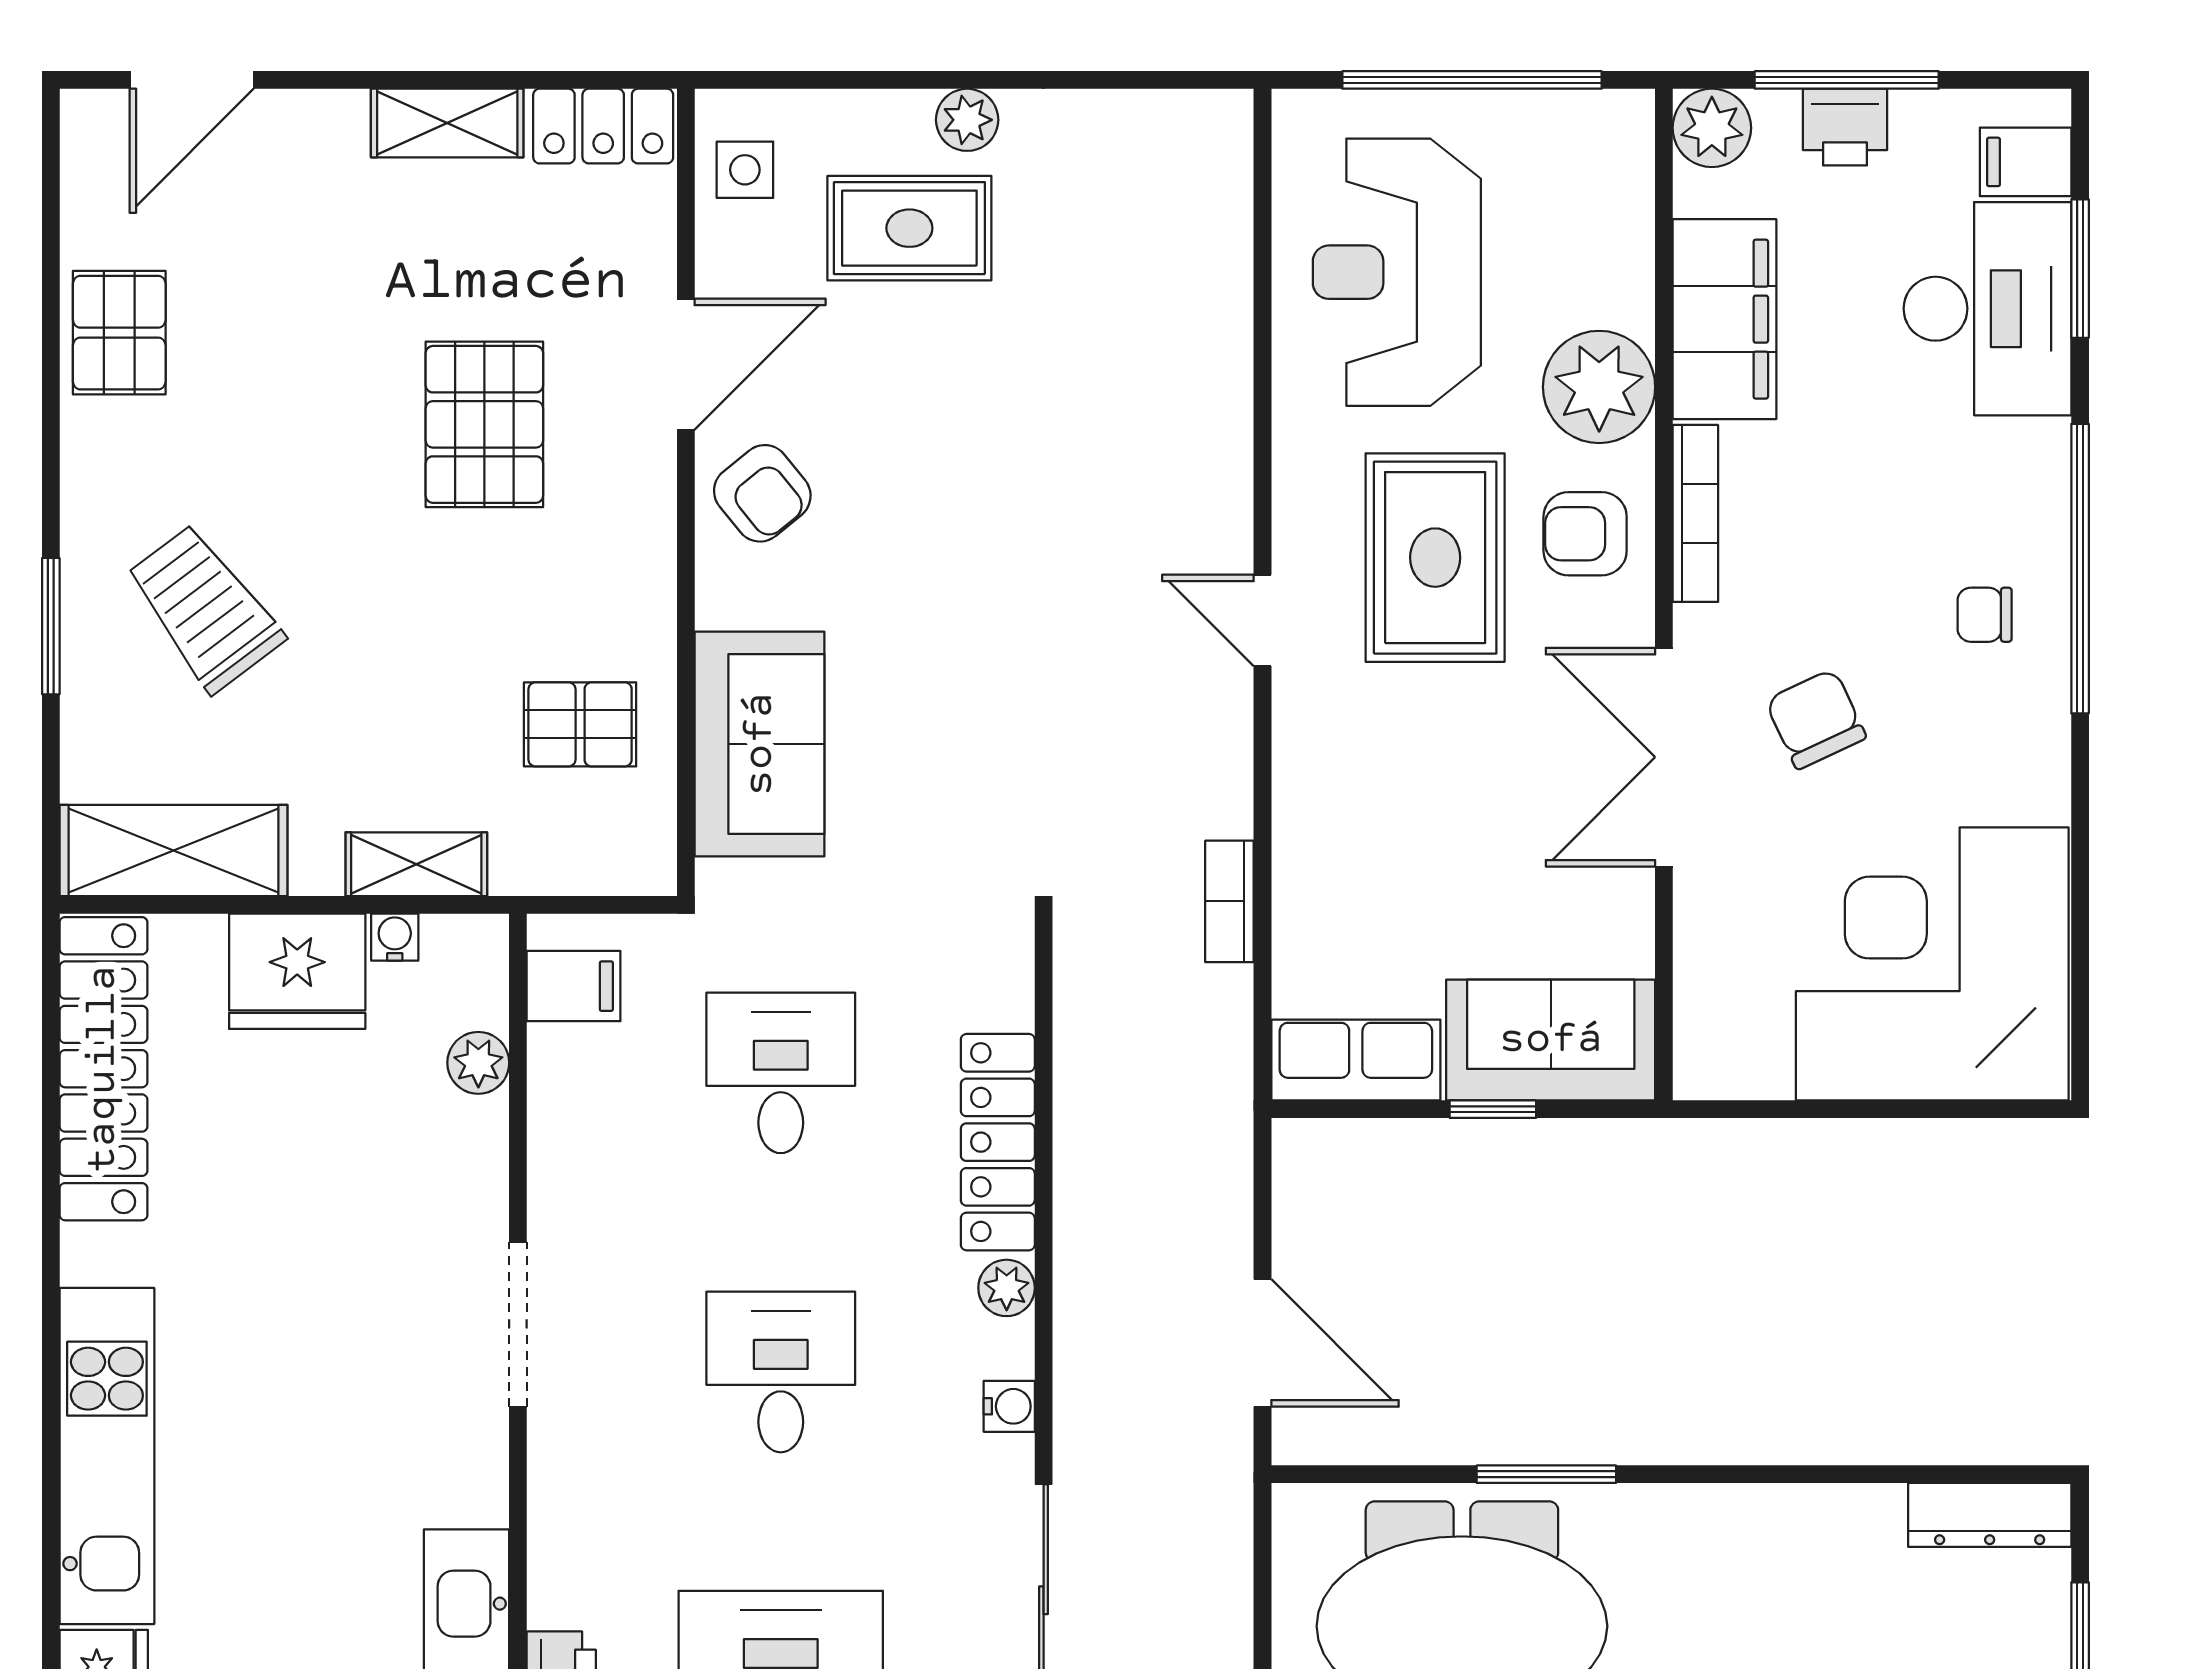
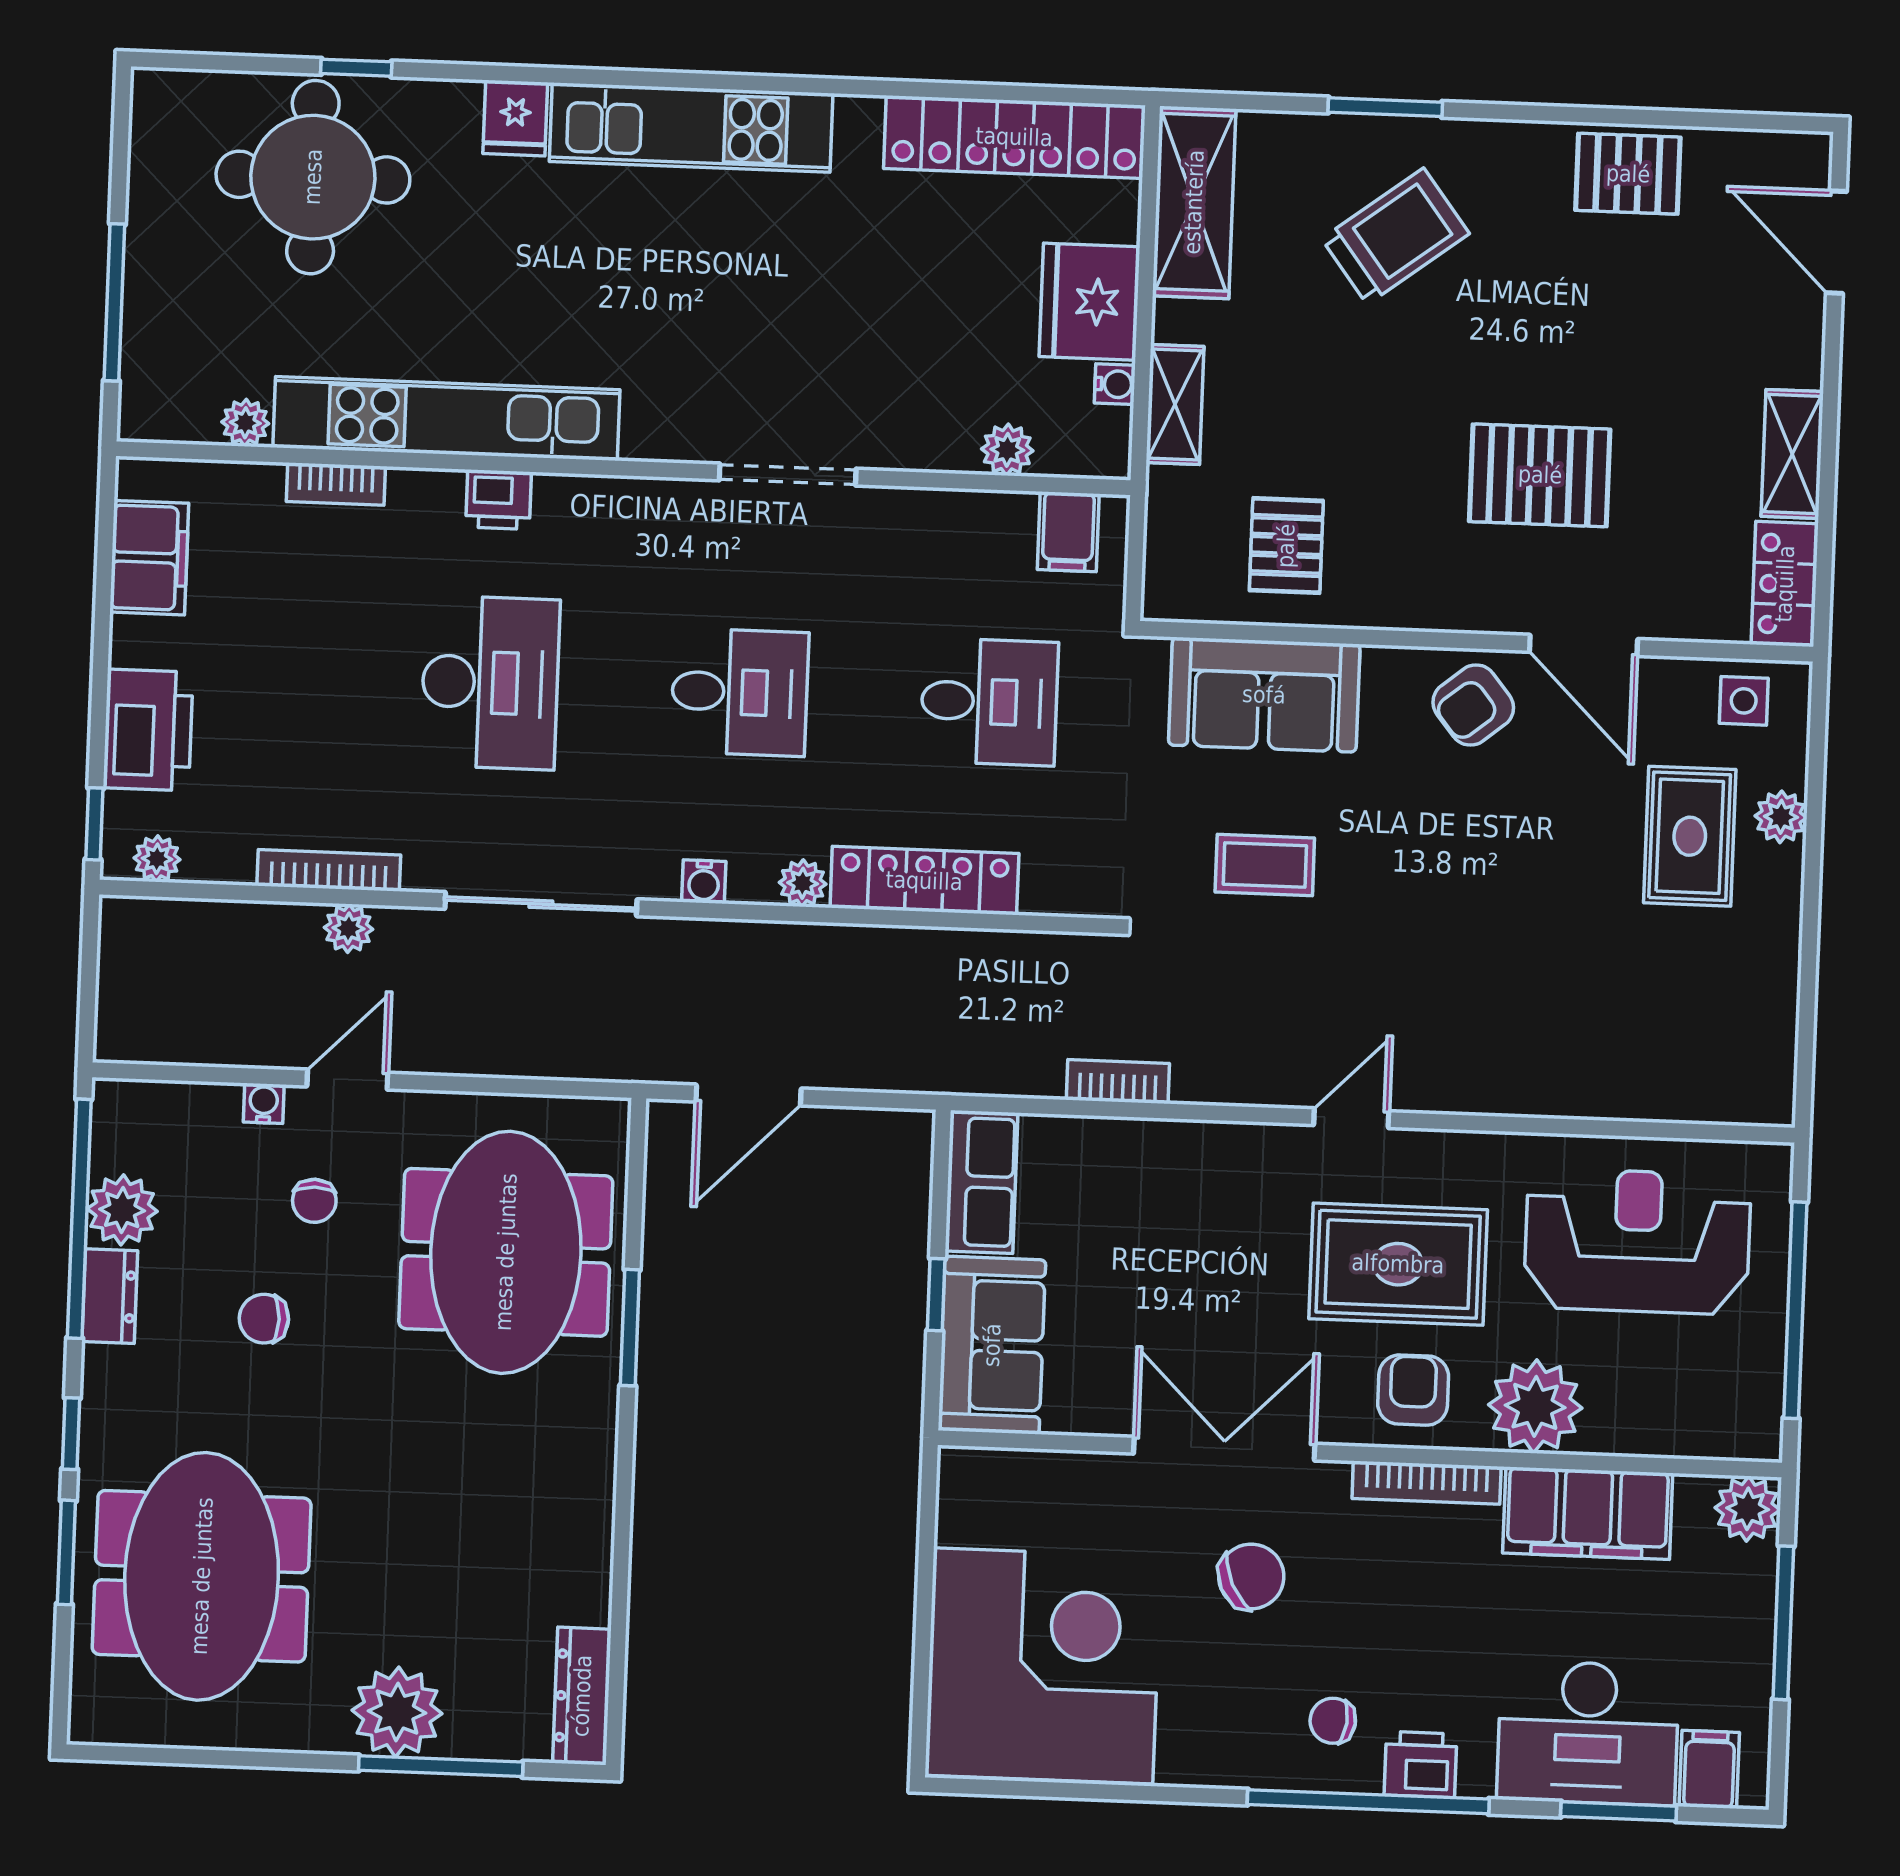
plant: (967, 120) -> (1781, 817), moved
printer: (1845, 127) -> (1421, 1764), moved, turned 90
chair: (1985, 615) -> (1333, 1721), turned -83
coffee table: (963, 735) -> (1265, 865), added

